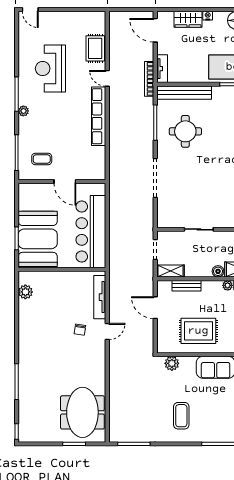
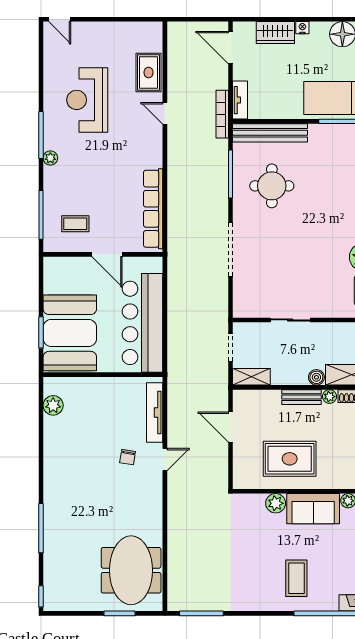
row of seats: (99, 116) -> (153, 209), moved
bench: (187, 286) -> (301, 397), moved
plant: (172, 363) -> (276, 503), moved
coffee table: (181, 416) -> (296, 578), moved

